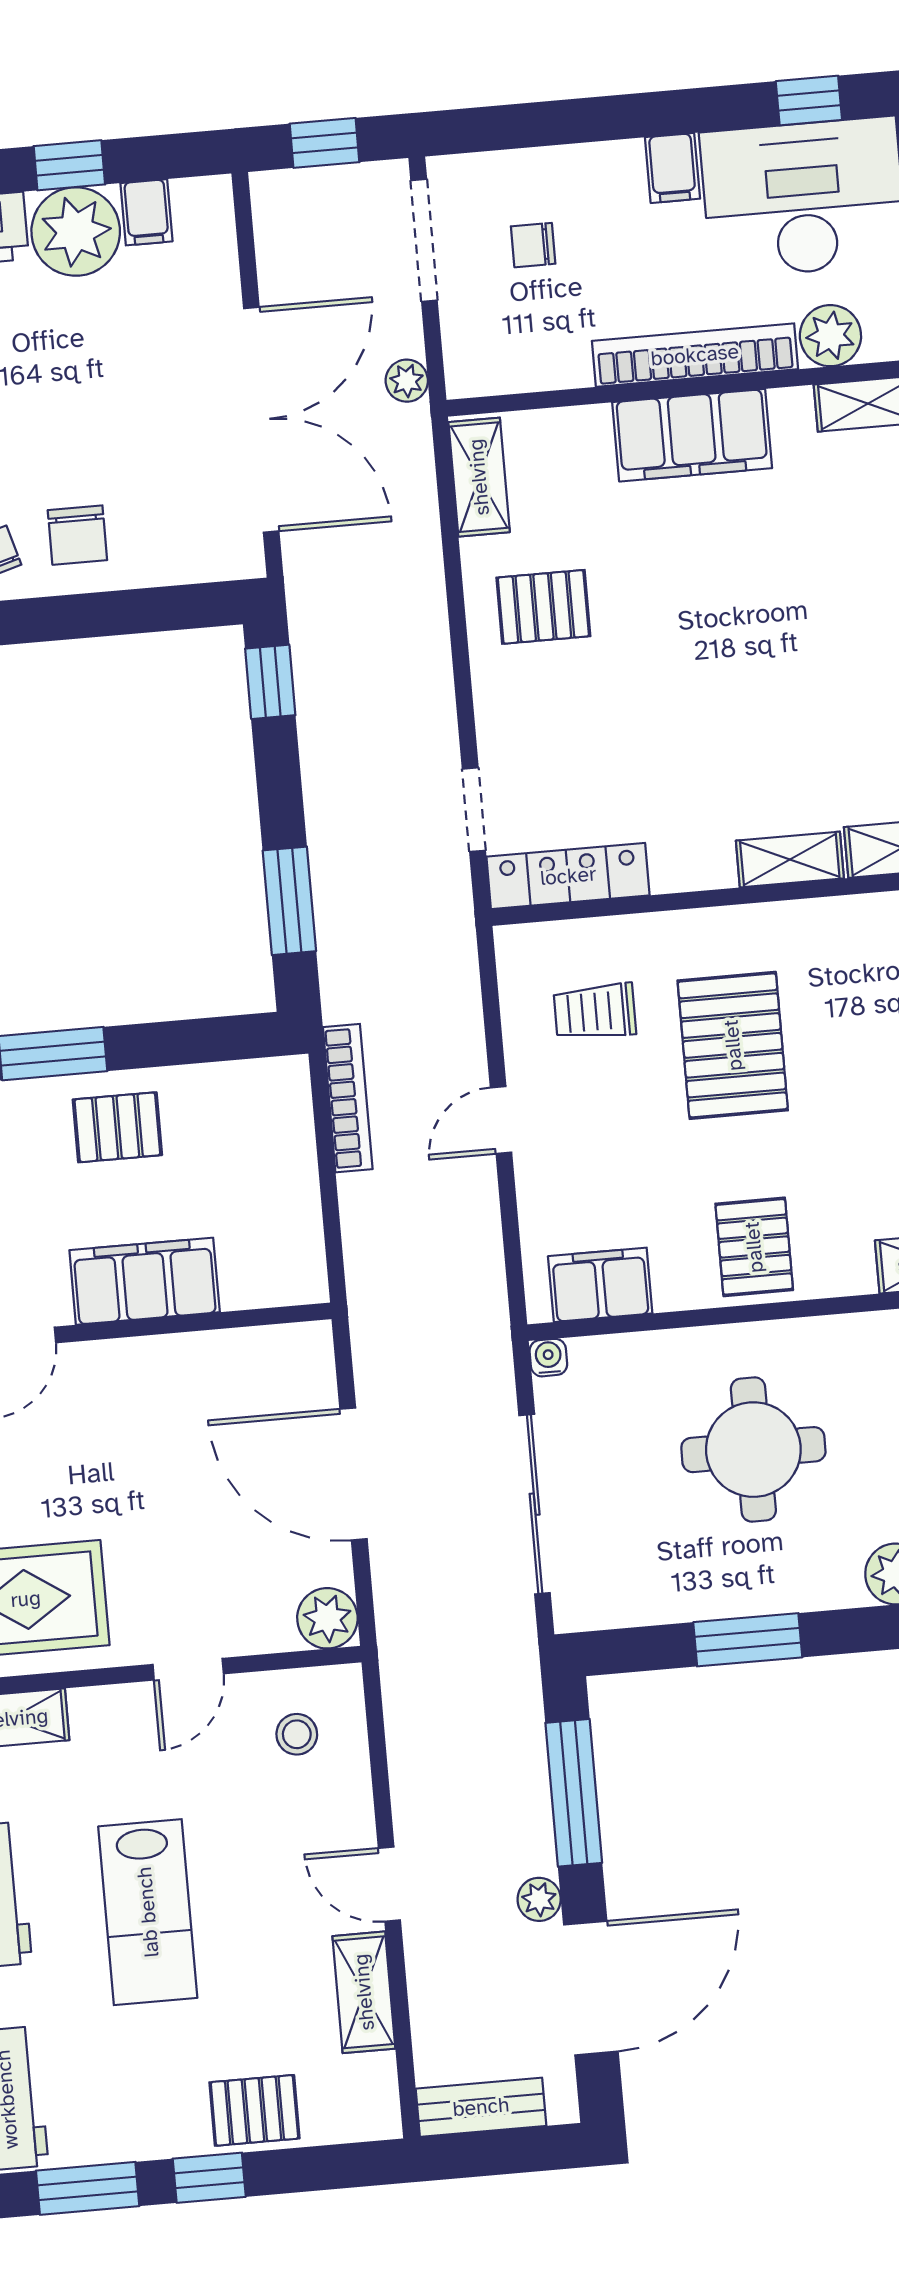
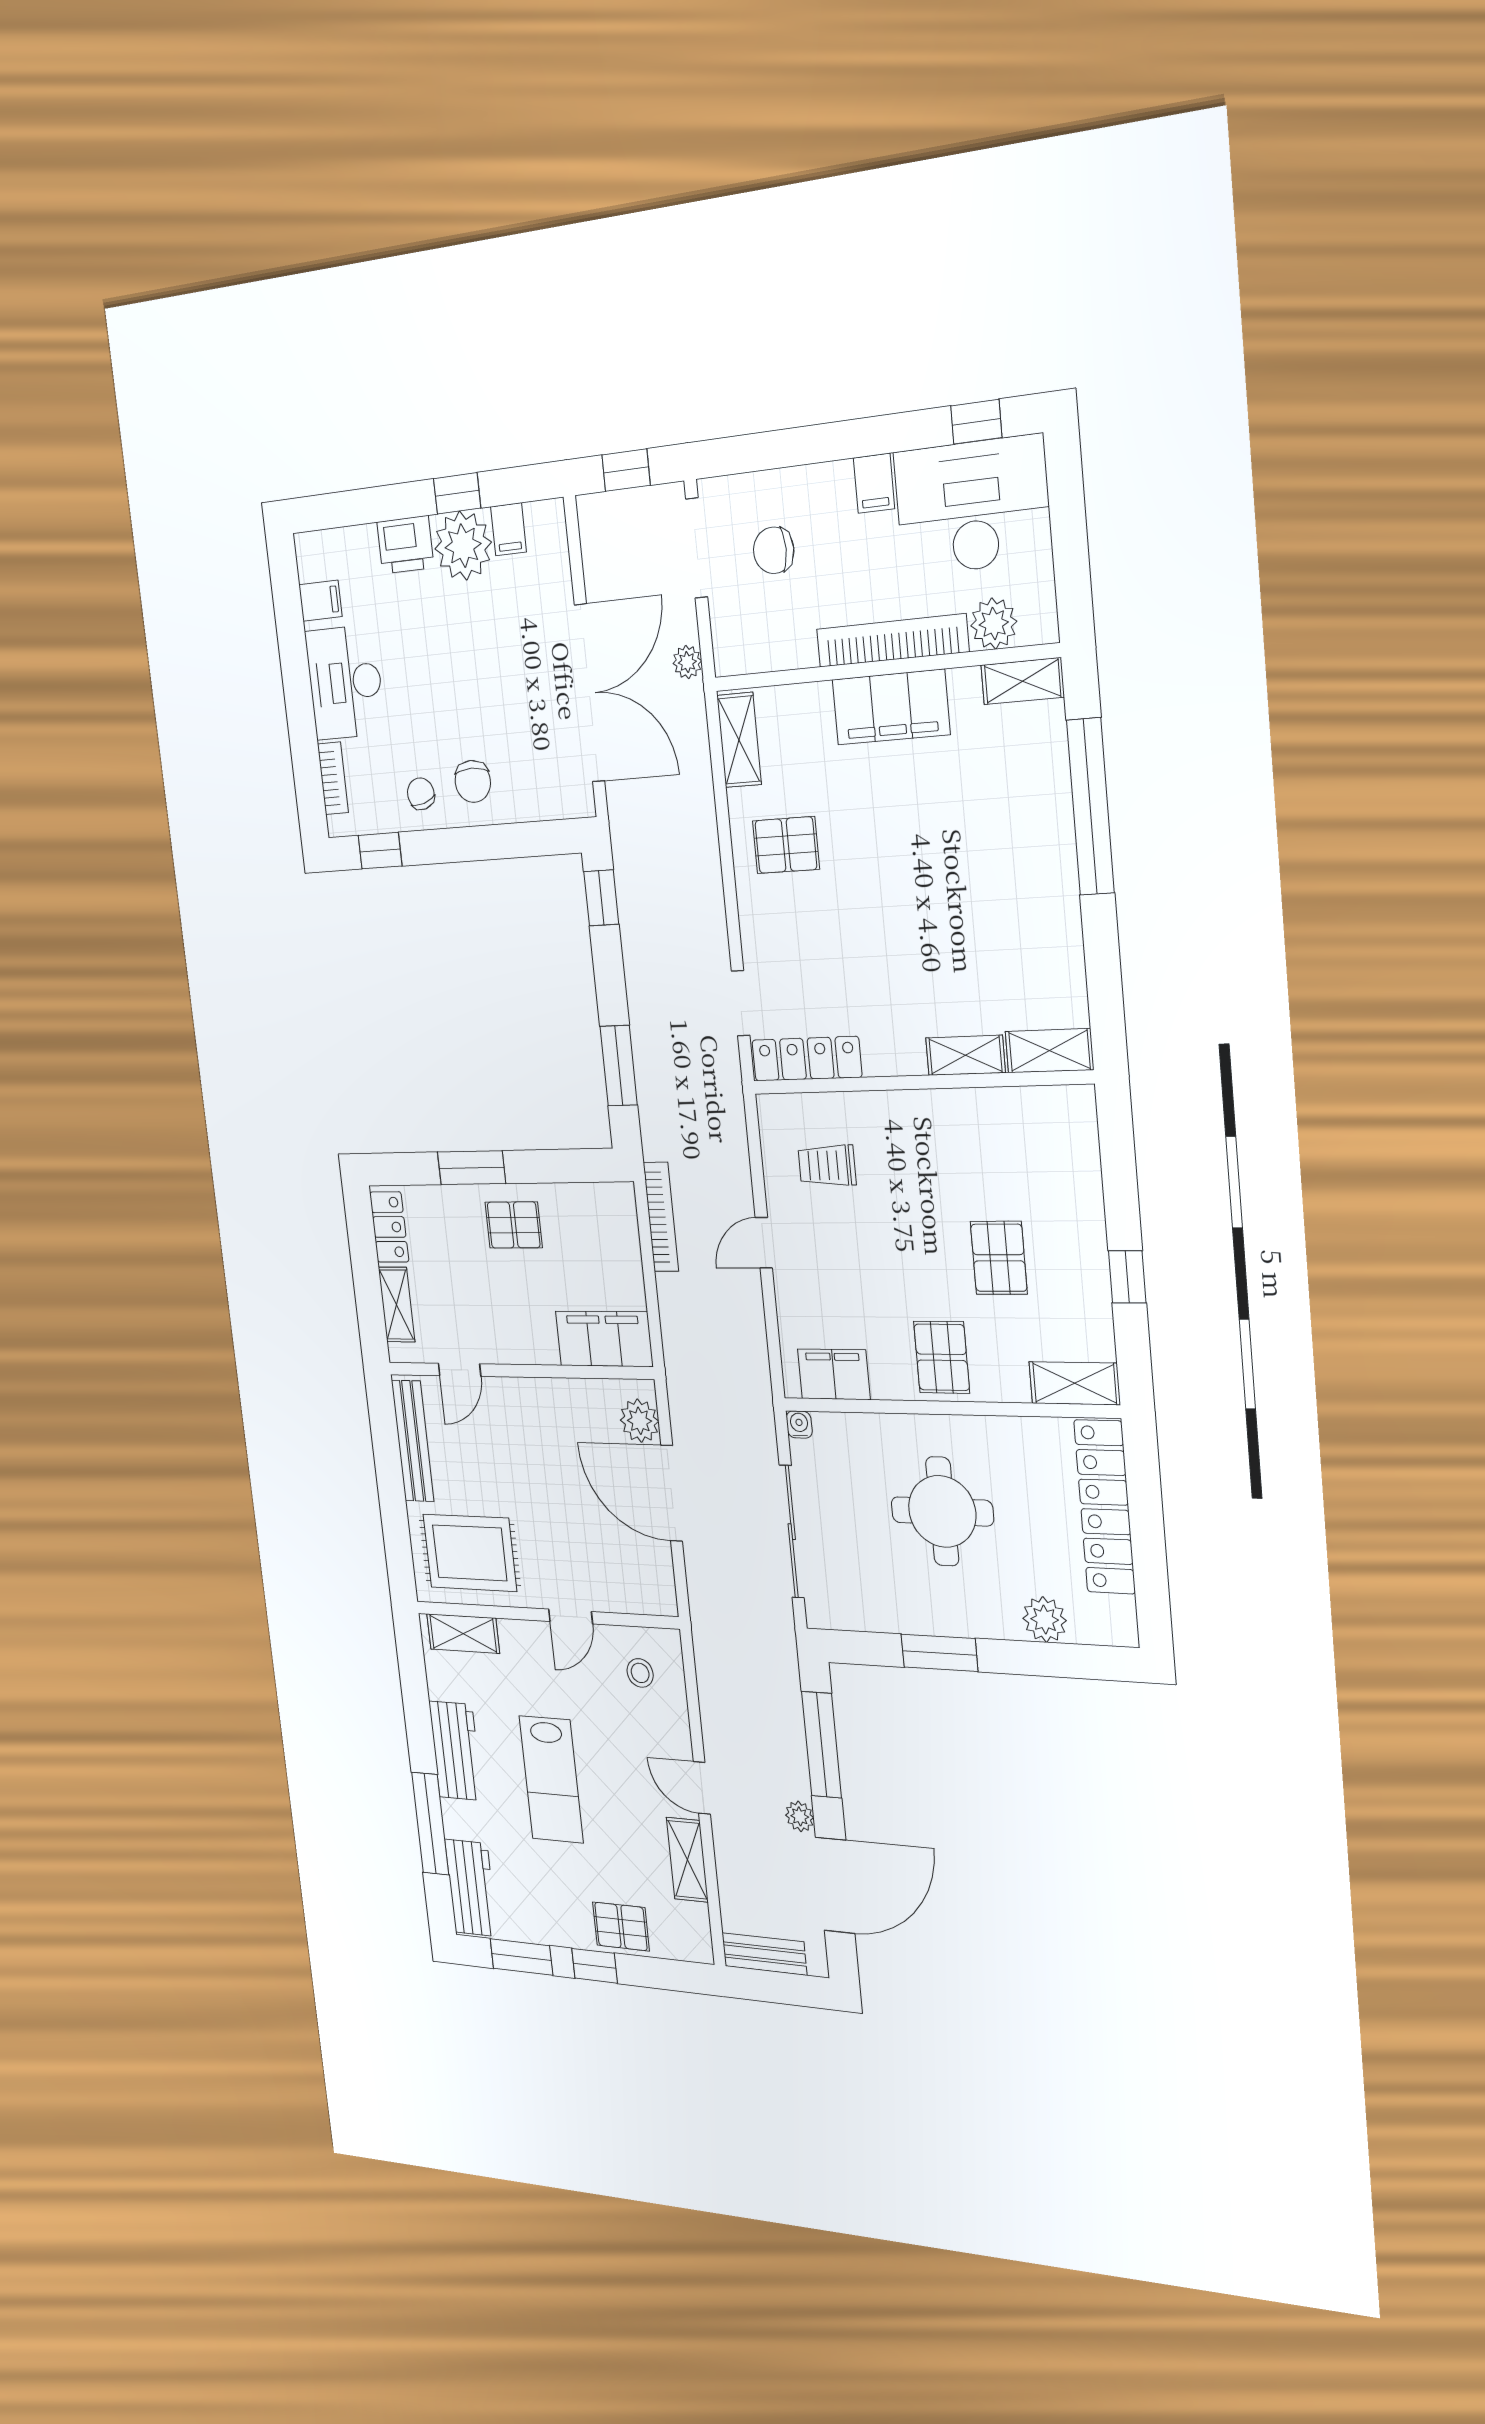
chair: (533, 245) -> (774, 550), width x1.37, depth x1.37
pallet: (733, 1045) -> (999, 1258), moved, width x0.67, depth x0.71
filing cabinet: (145, 1281) -> (604, 1339), moved
plant: (327, 1618) -> (639, 1421), moved

